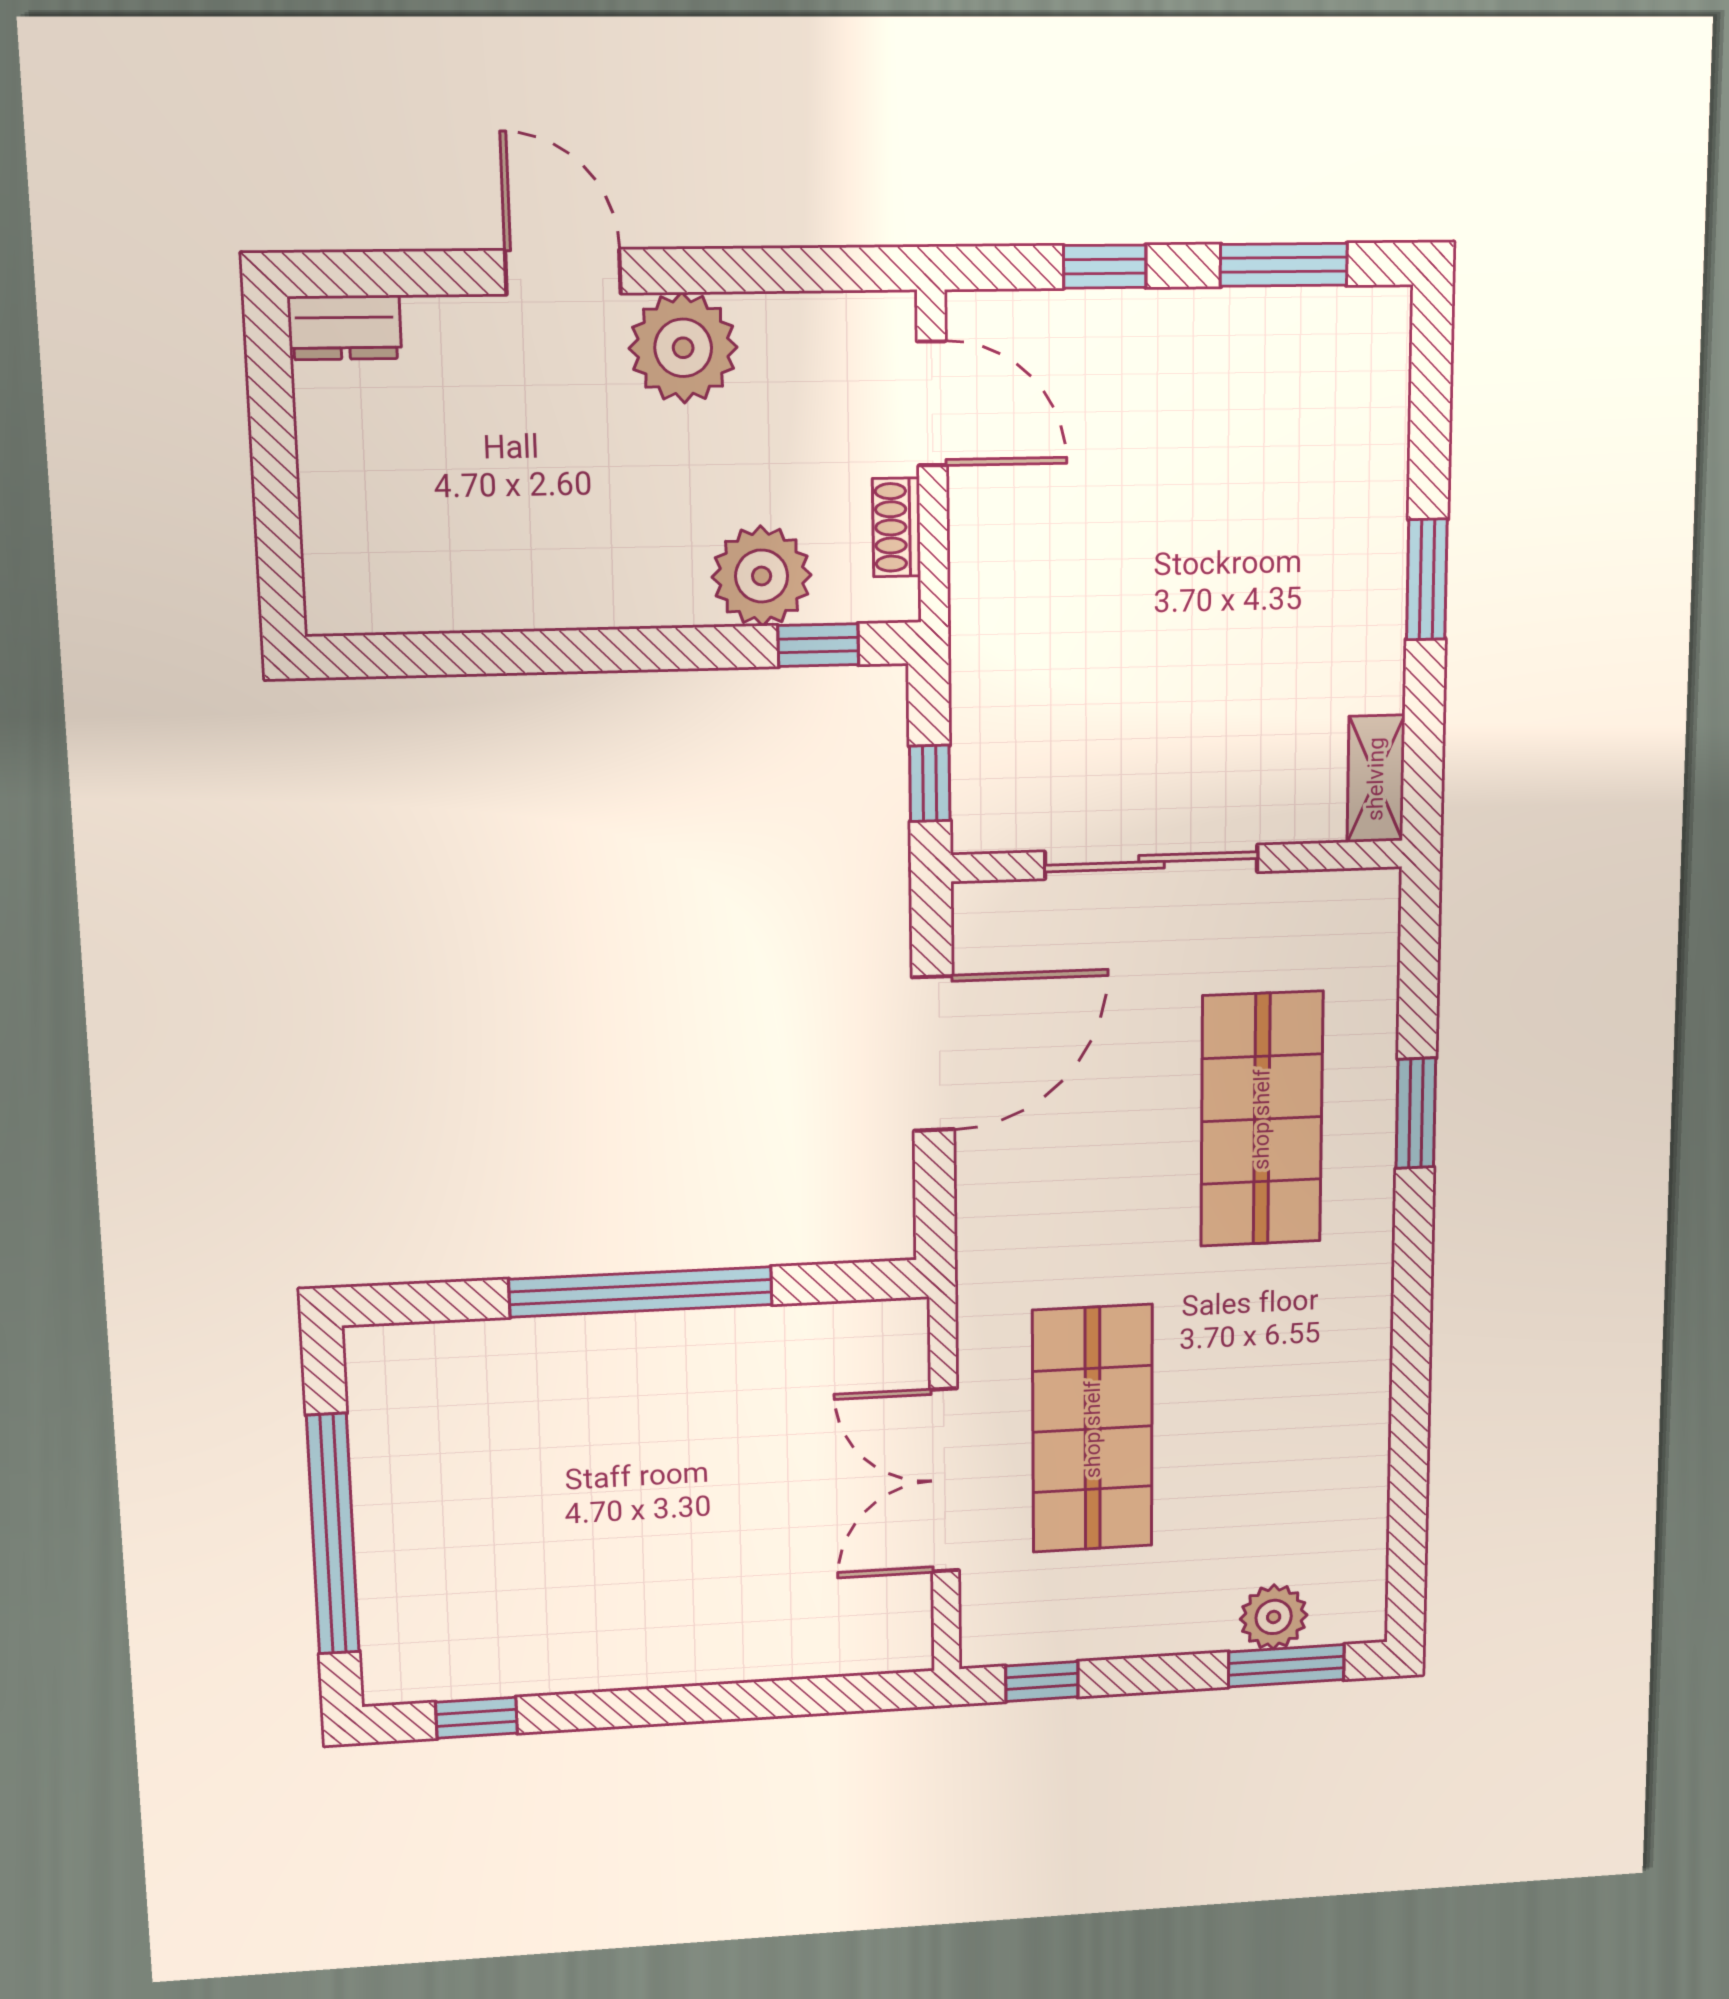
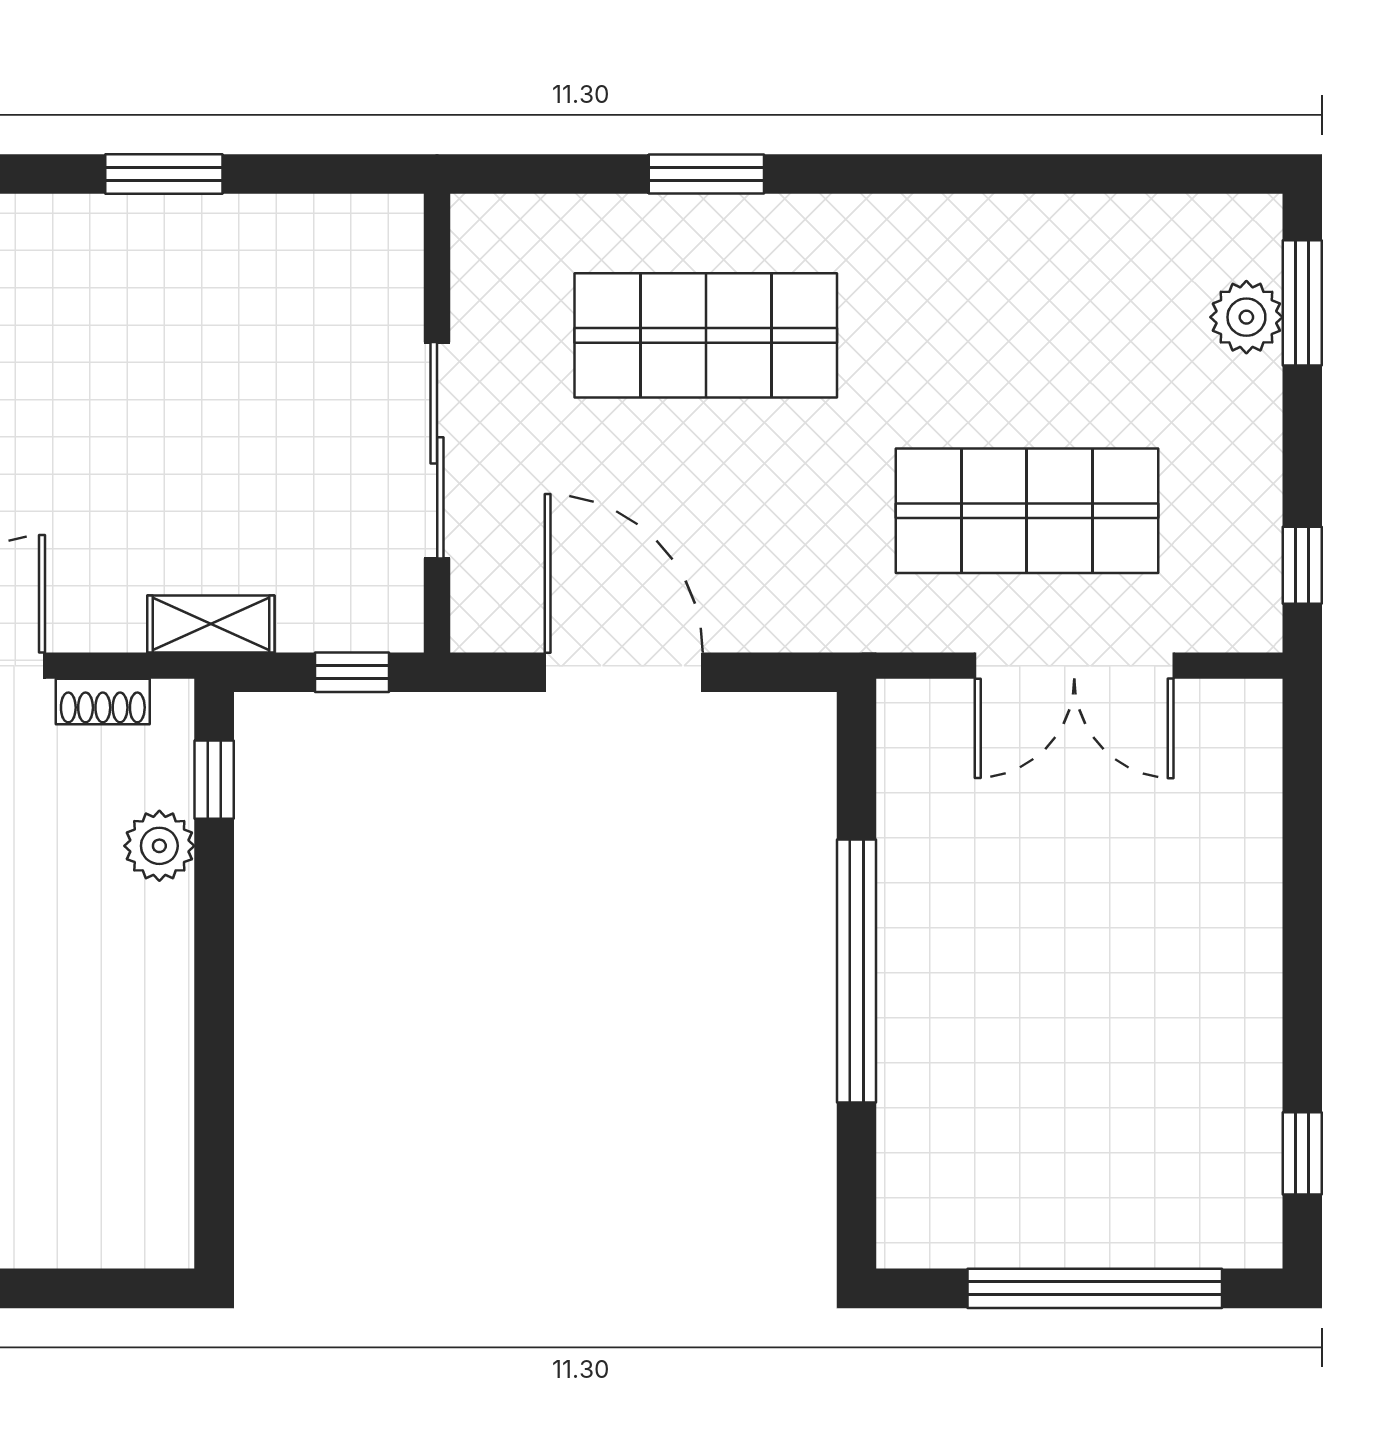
plant: (762, 576) -> (159, 846), width x0.73, depth x0.73
shelving: (1376, 779) -> (211, 624), moved

